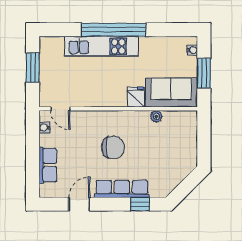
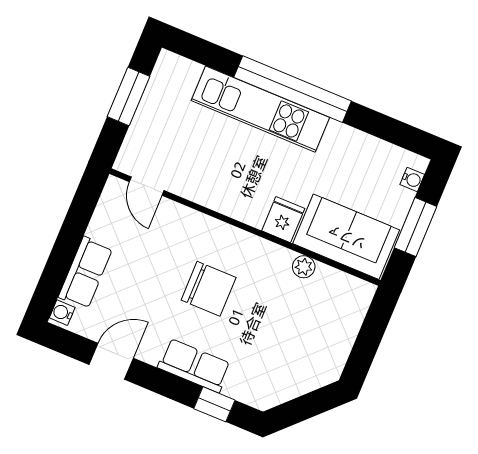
water cooler: (45, 128) -> (62, 313), moved
row of seats: (122, 189) -> (194, 366), width x0.68

